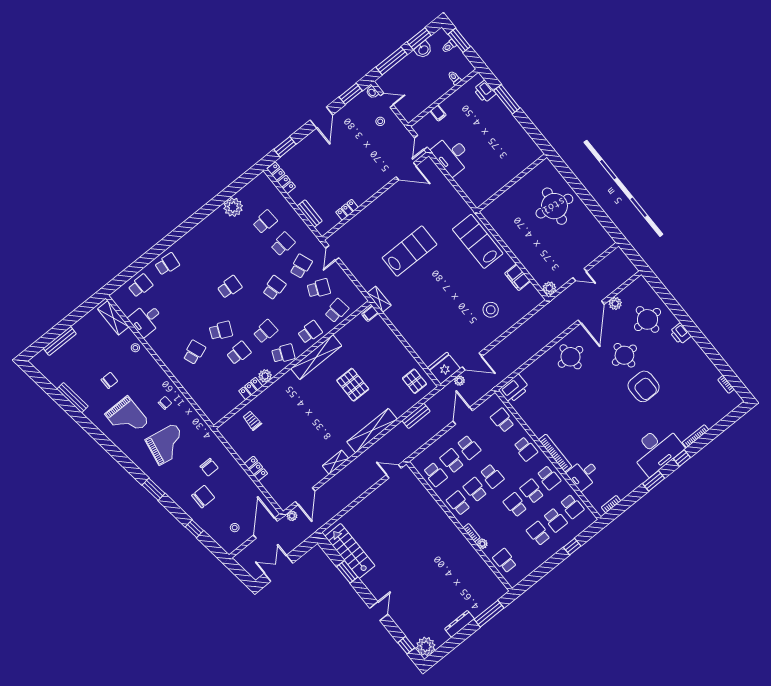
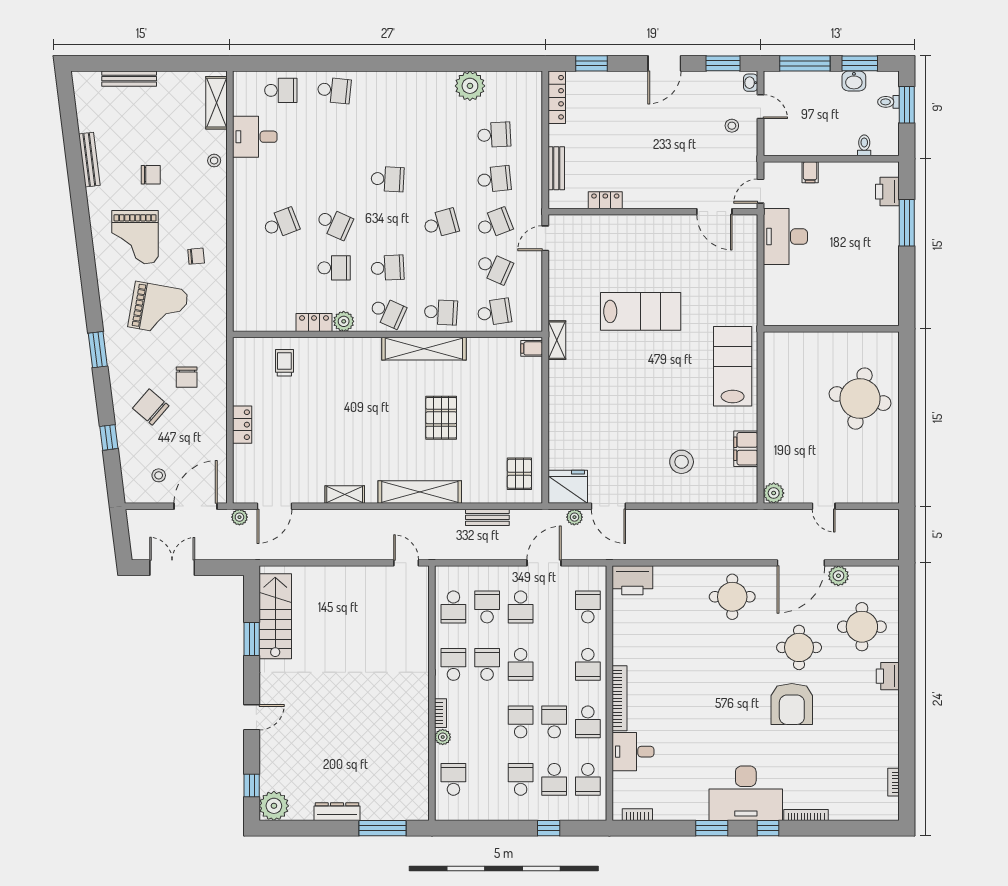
chair: (203, 497) -> (151, 407), turned -139

